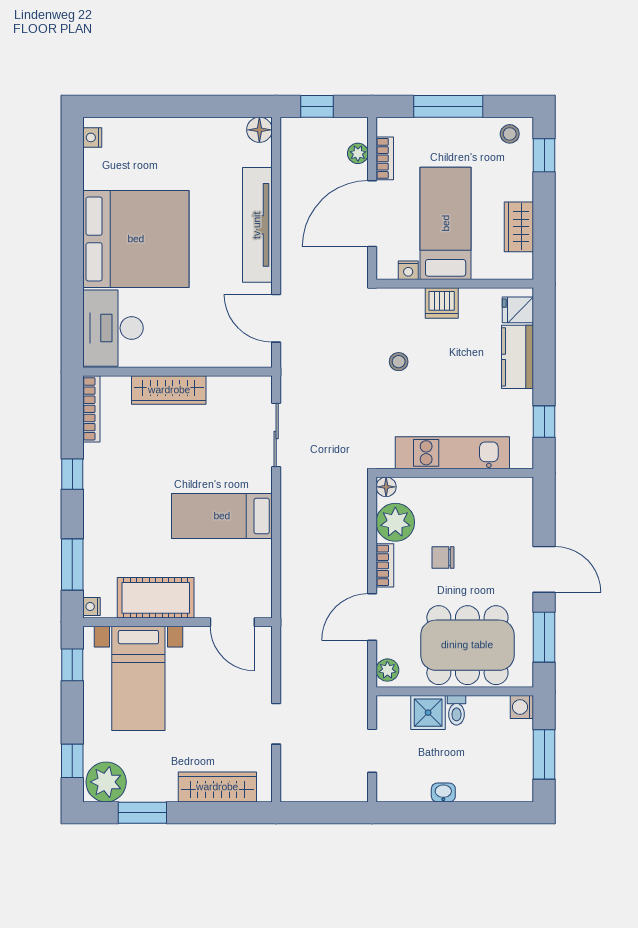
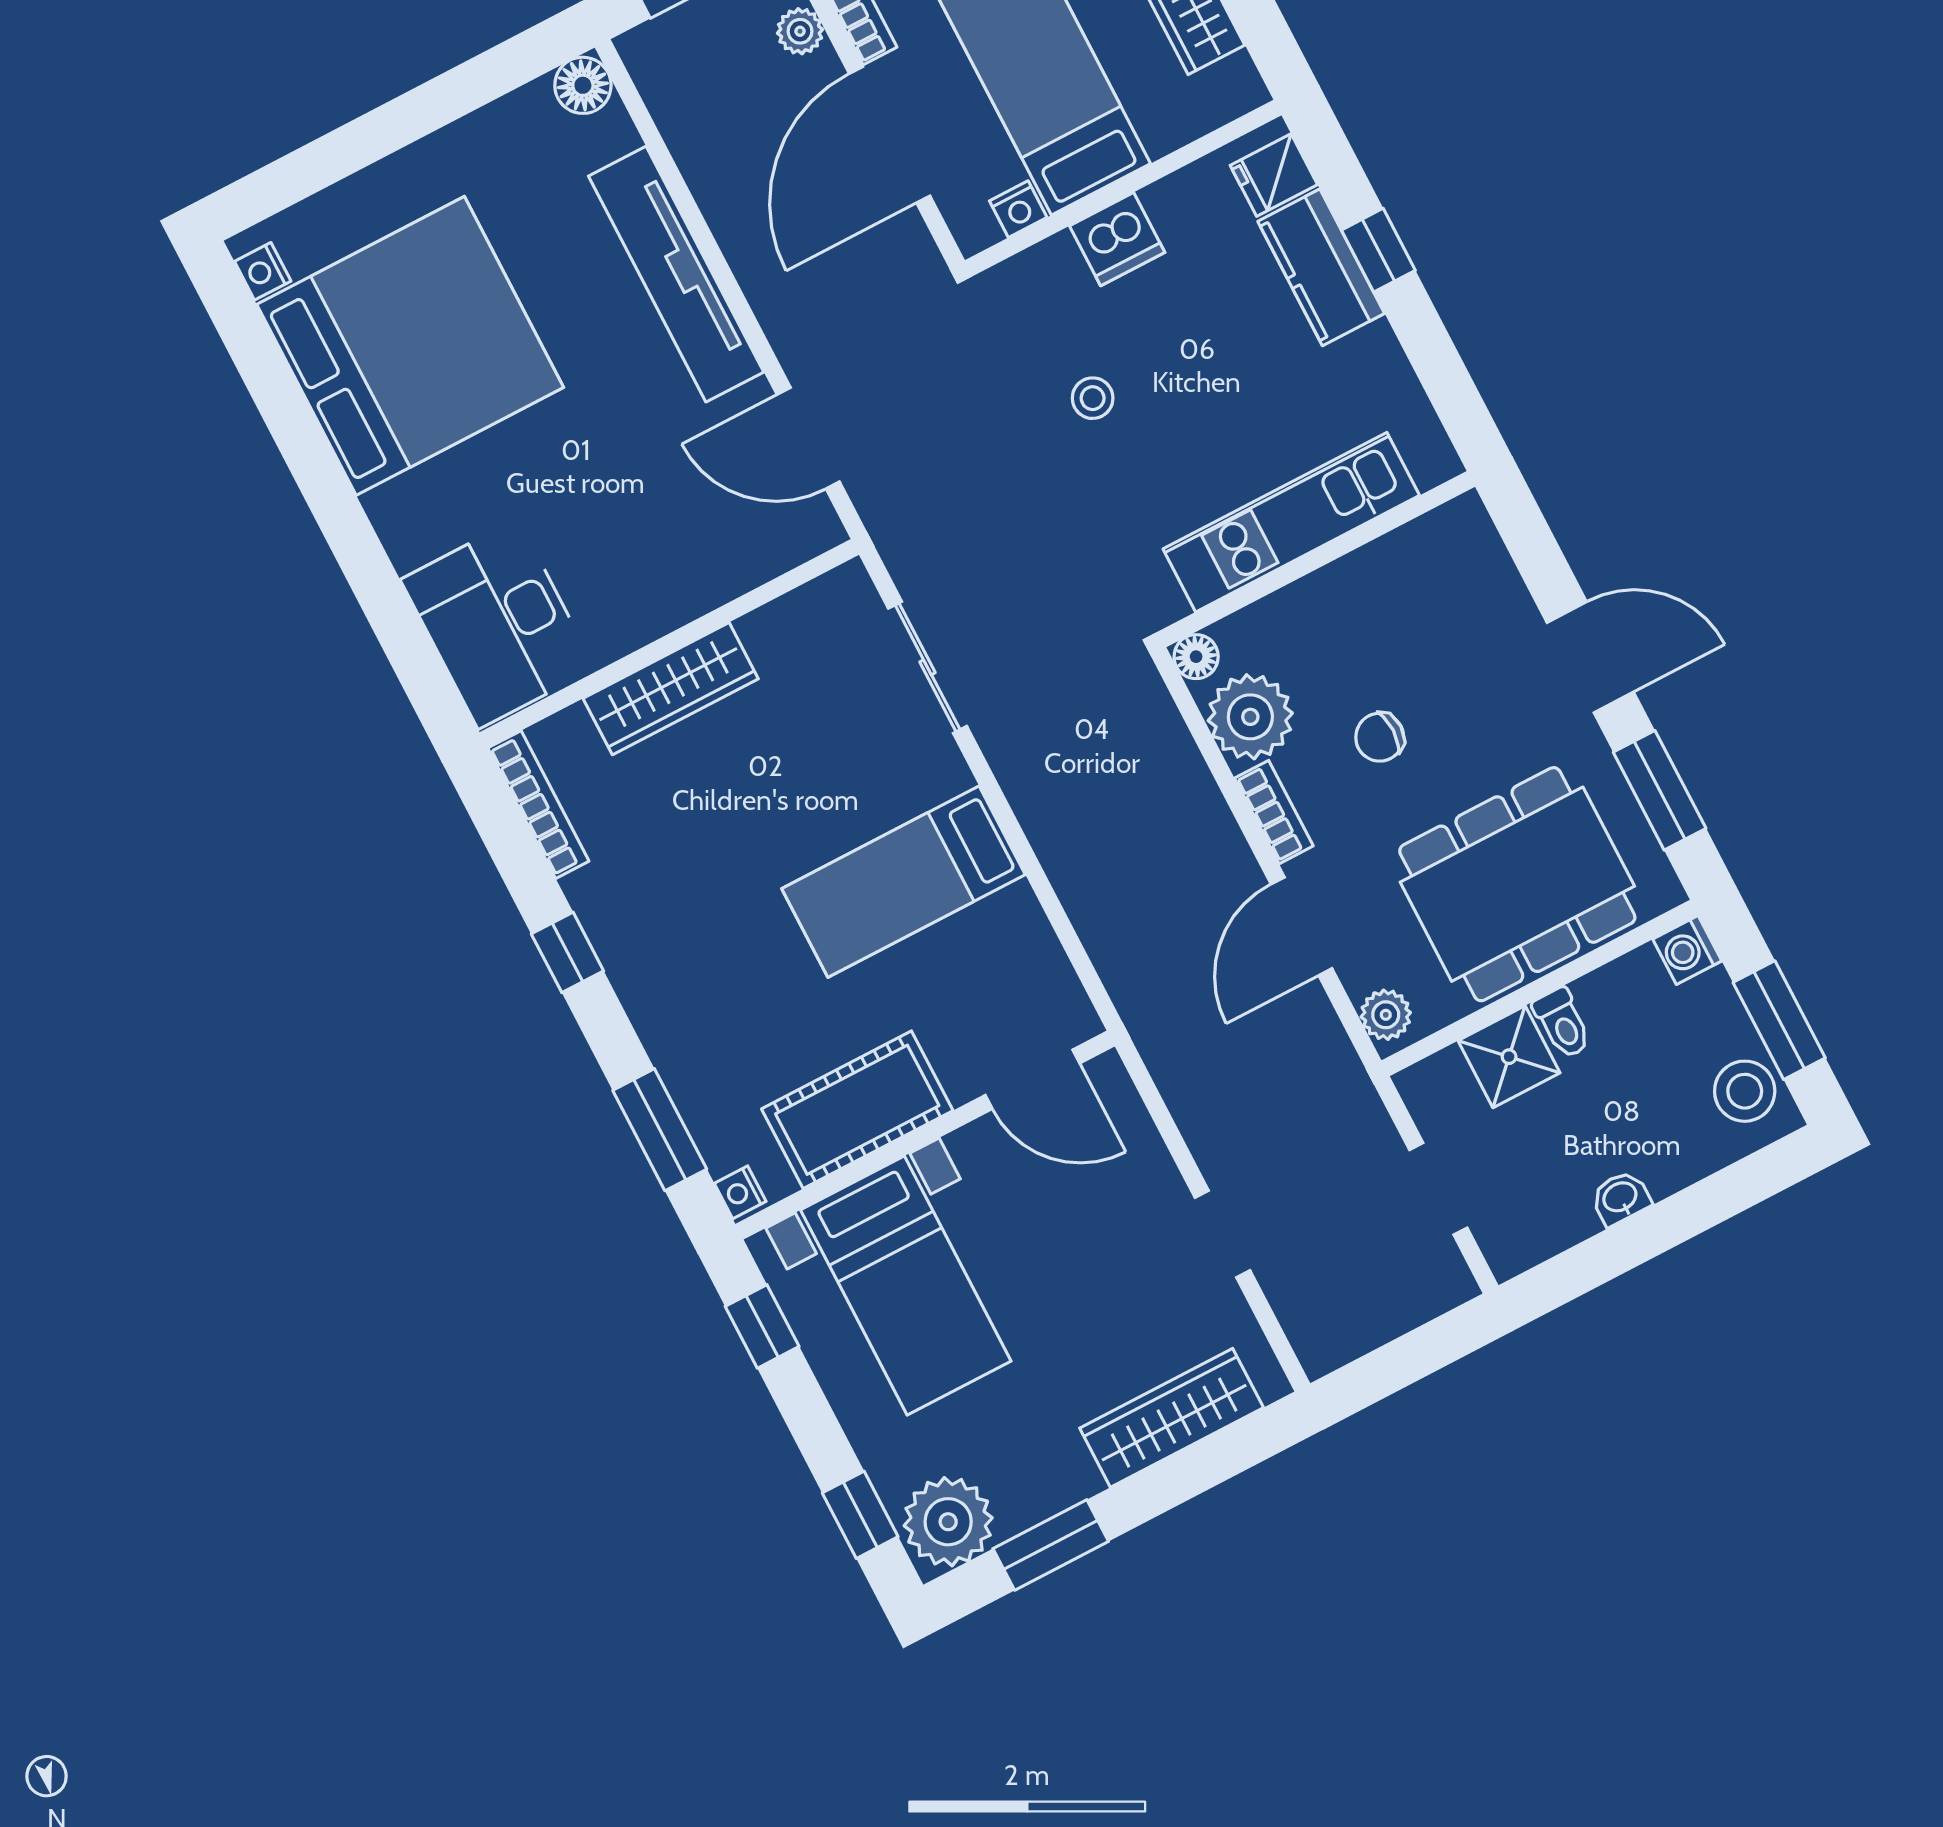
bed: (136, 239) -> (410, 346), moved
window: (544, 422) -> (1378, 250), moved
stool: (515, 776) -> (1745, 1091), added

